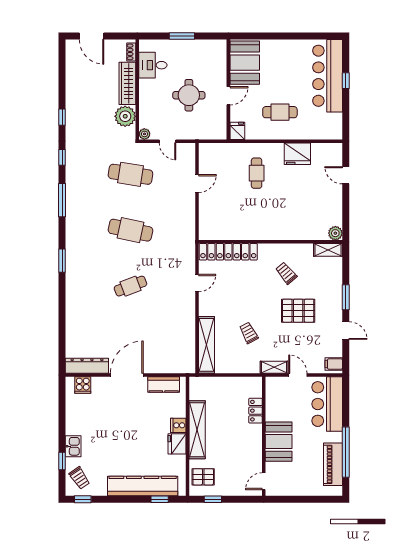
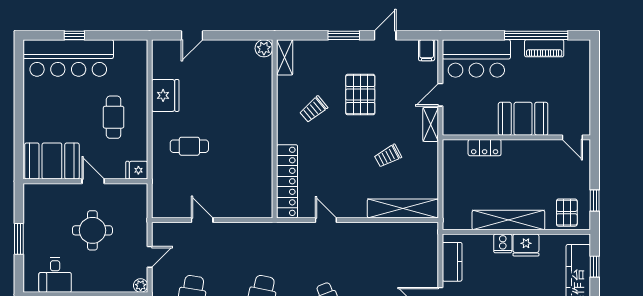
piano: (333, 464) -> (544, 48), width x0.73, depth x0.75

